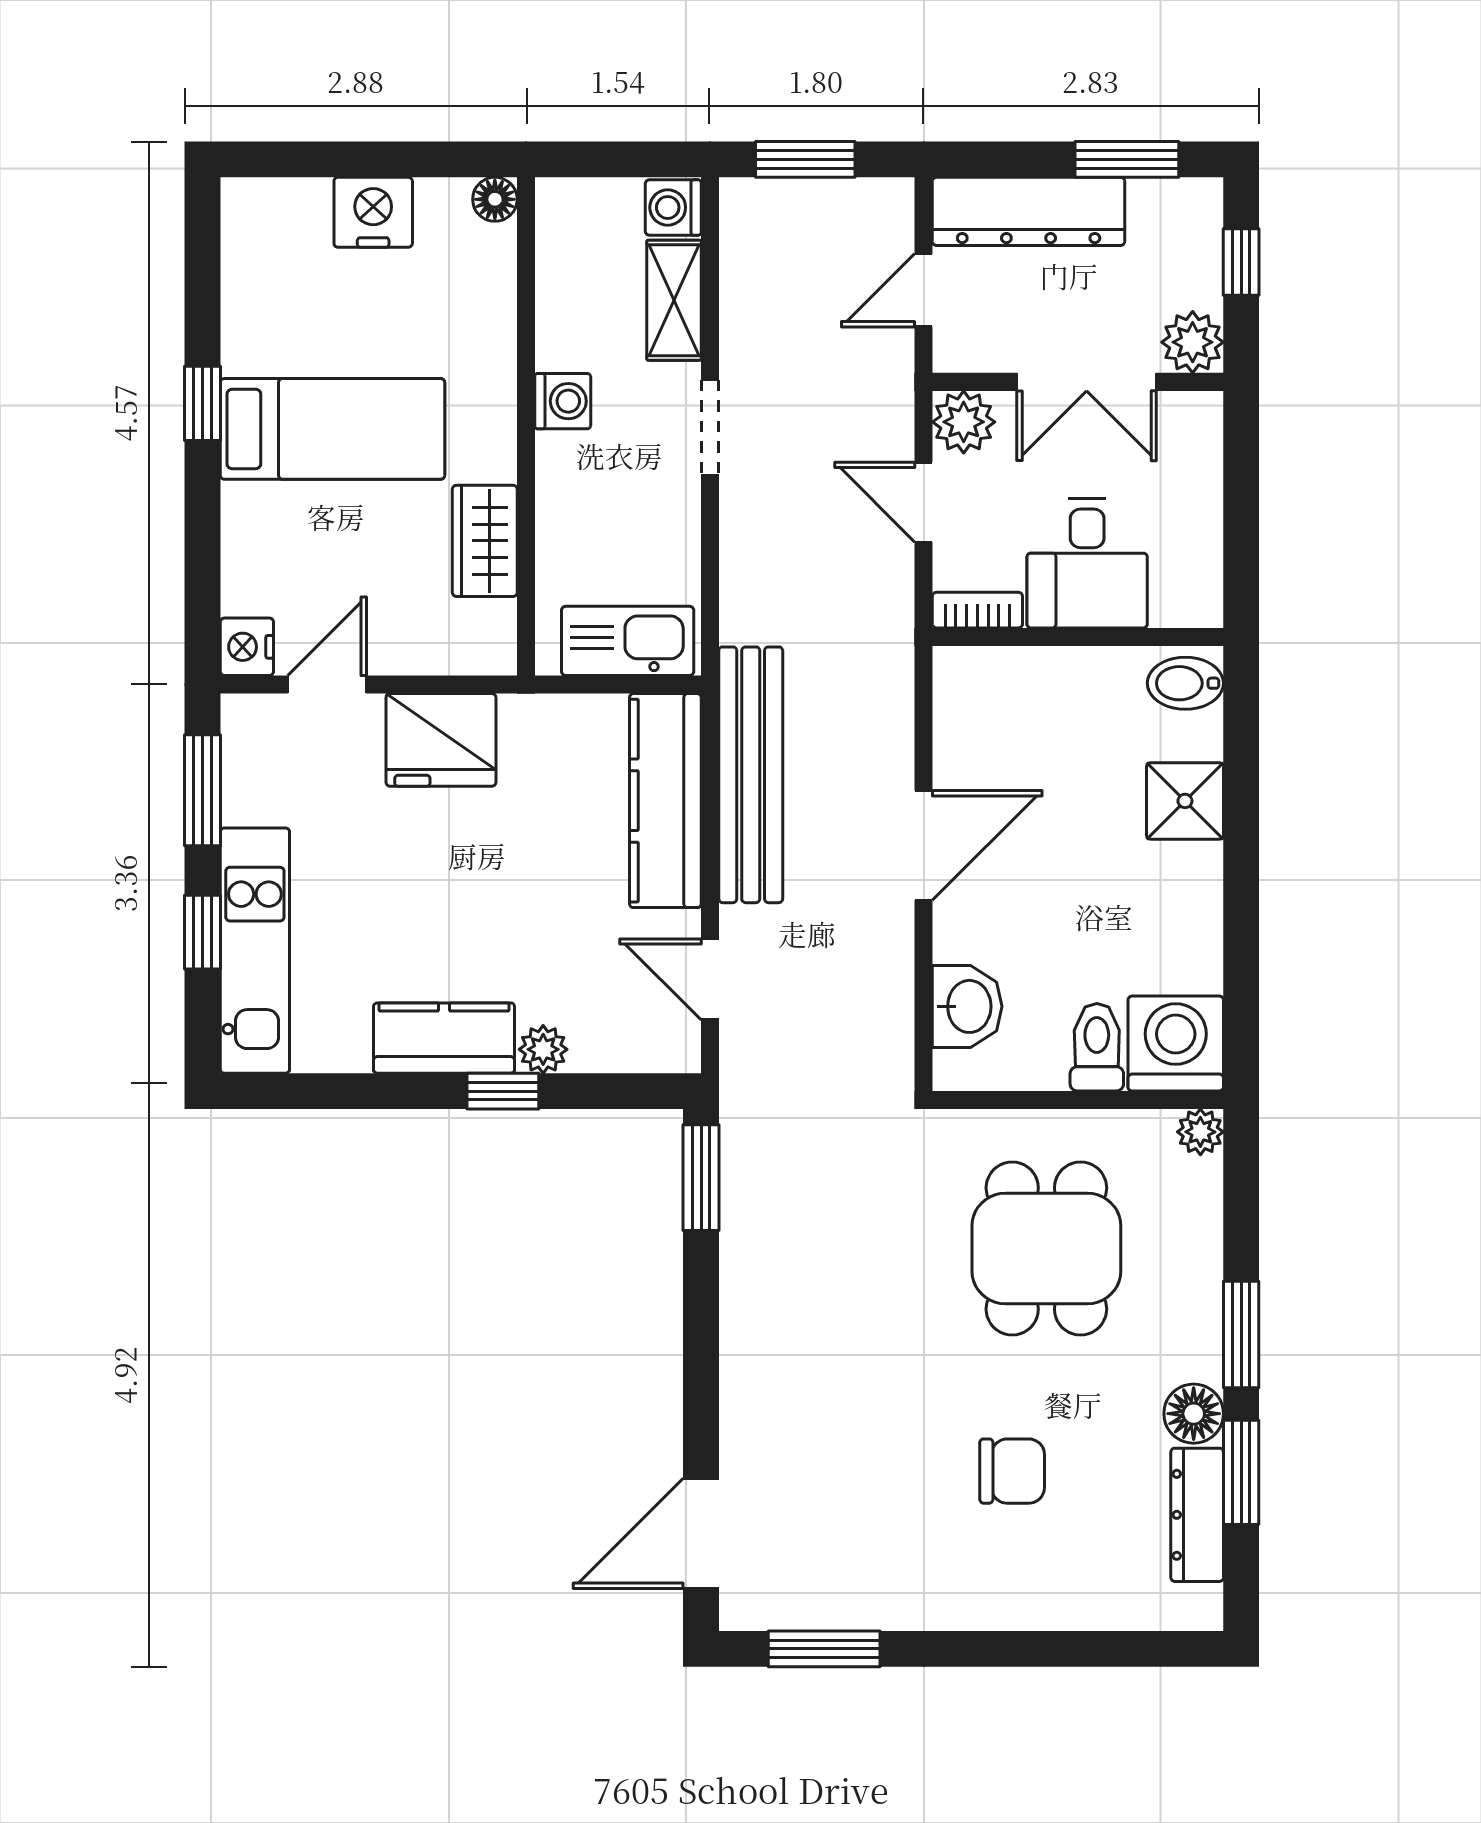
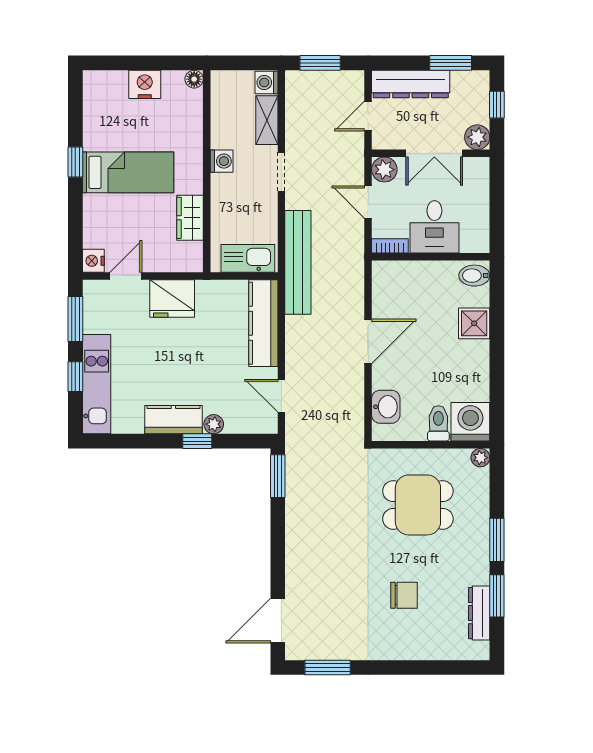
bench: (751, 775) -> (298, 262), moved
dining table: (1046, 1248) -> (418, 505), turned 90
floor lamp: (1194, 1414) -> (478, 572), removed

